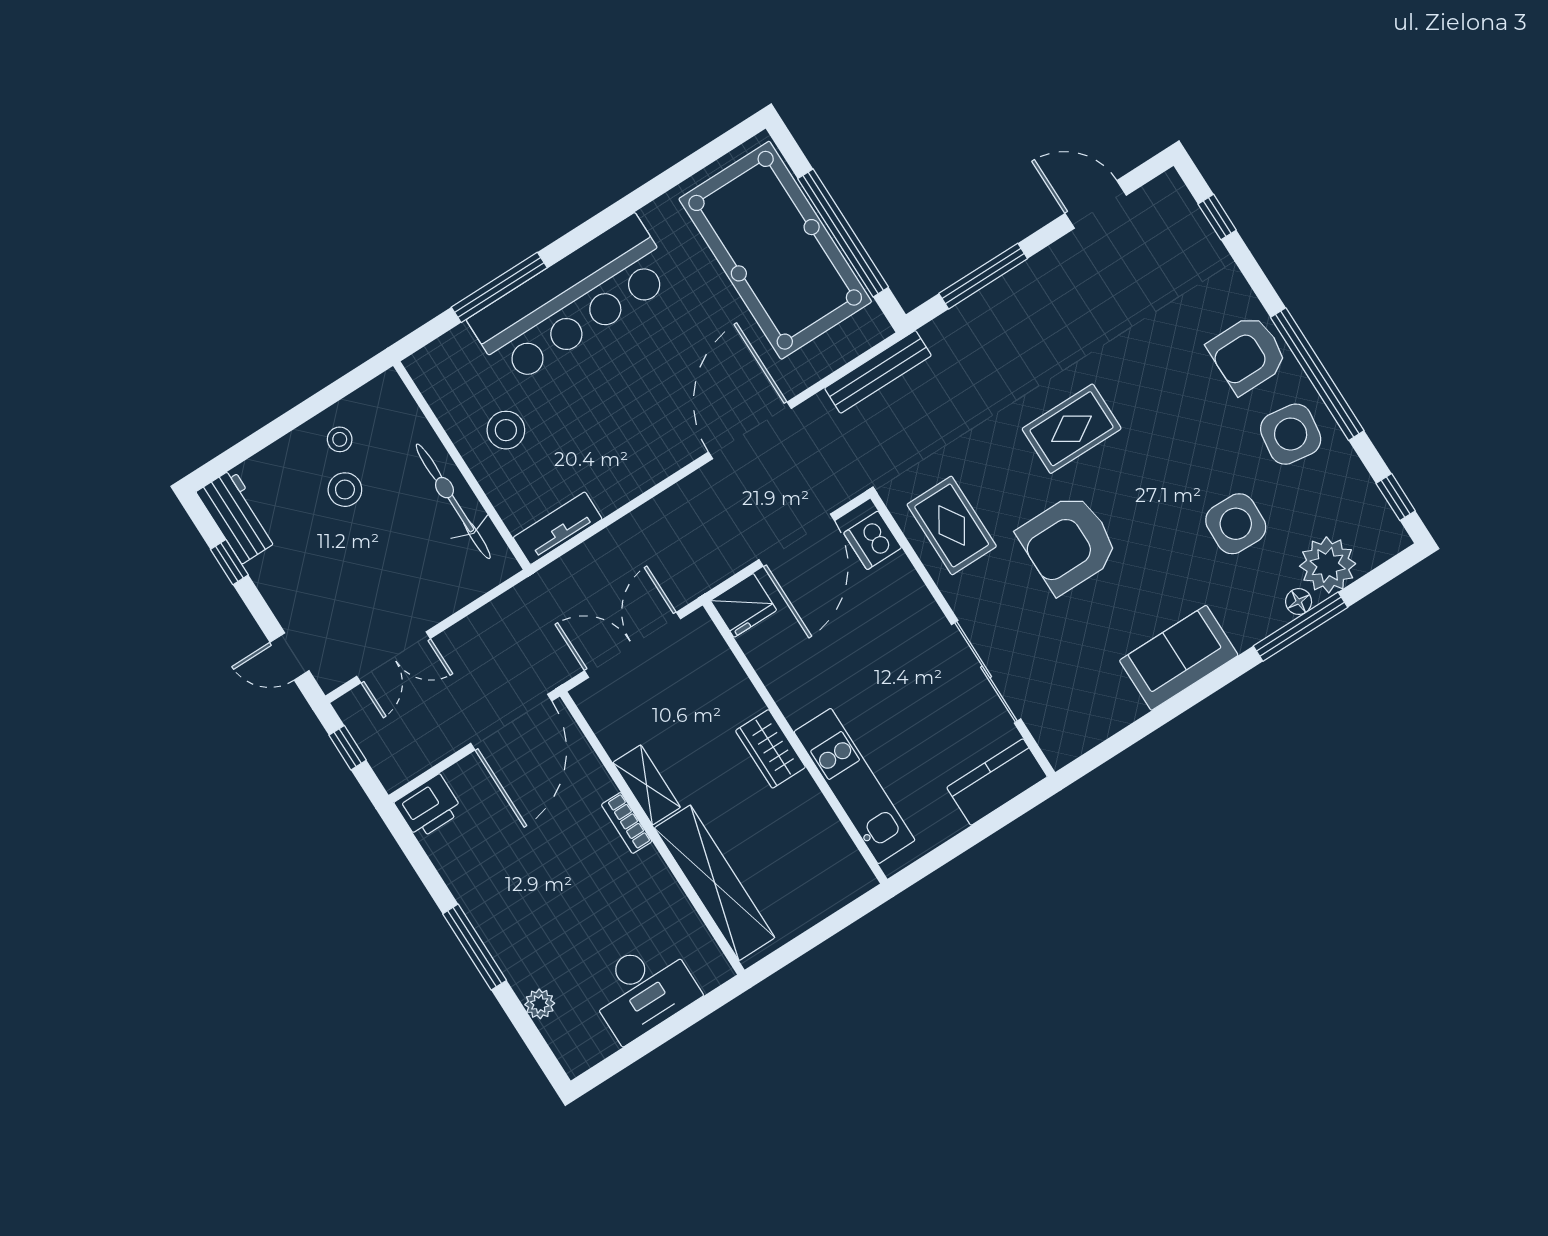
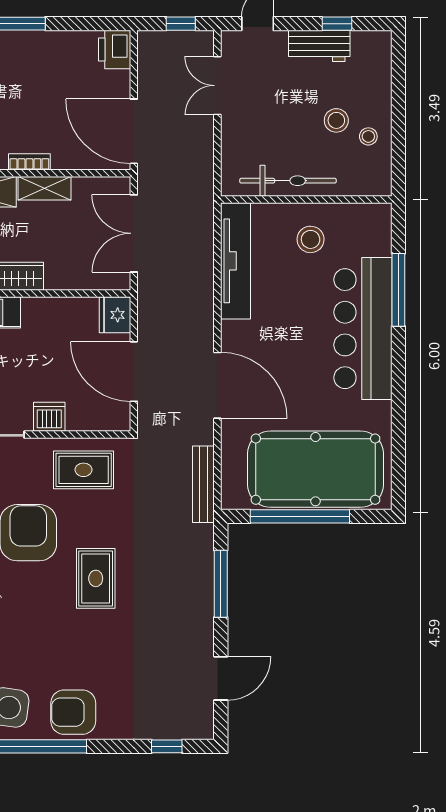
armchair: (1247, 354) -> (73, 712), turned -90
workbench: (237, 516) -> (319, 46), moved
tv unit: (558, 528) -> (235, 261), width x1.92, depth x1.29
dishwasher: (873, 540) -> (49, 417), moved
double door: (633, 645) -> (134, 233), swing flipped

